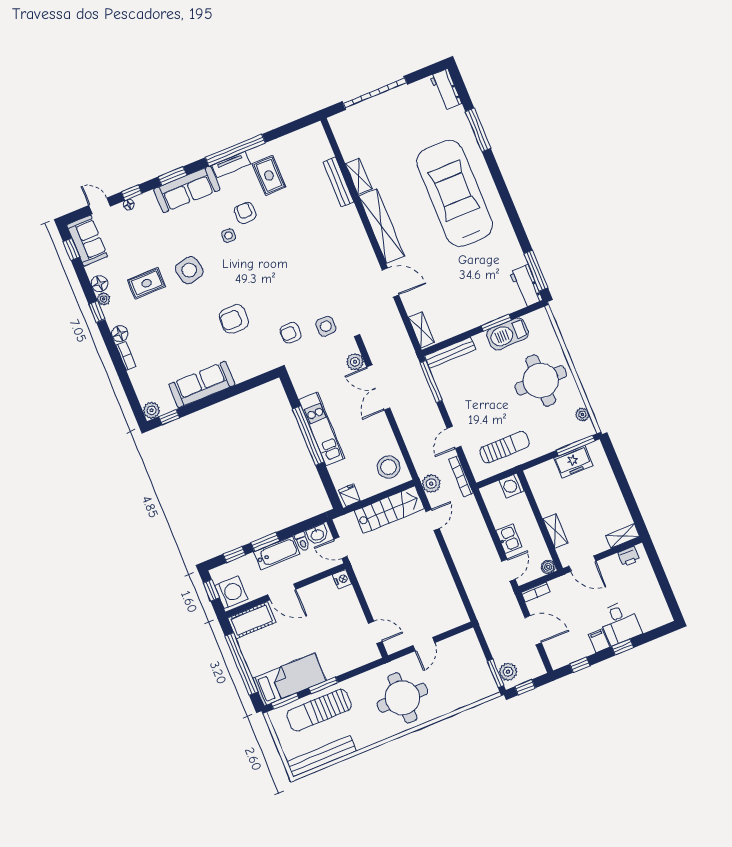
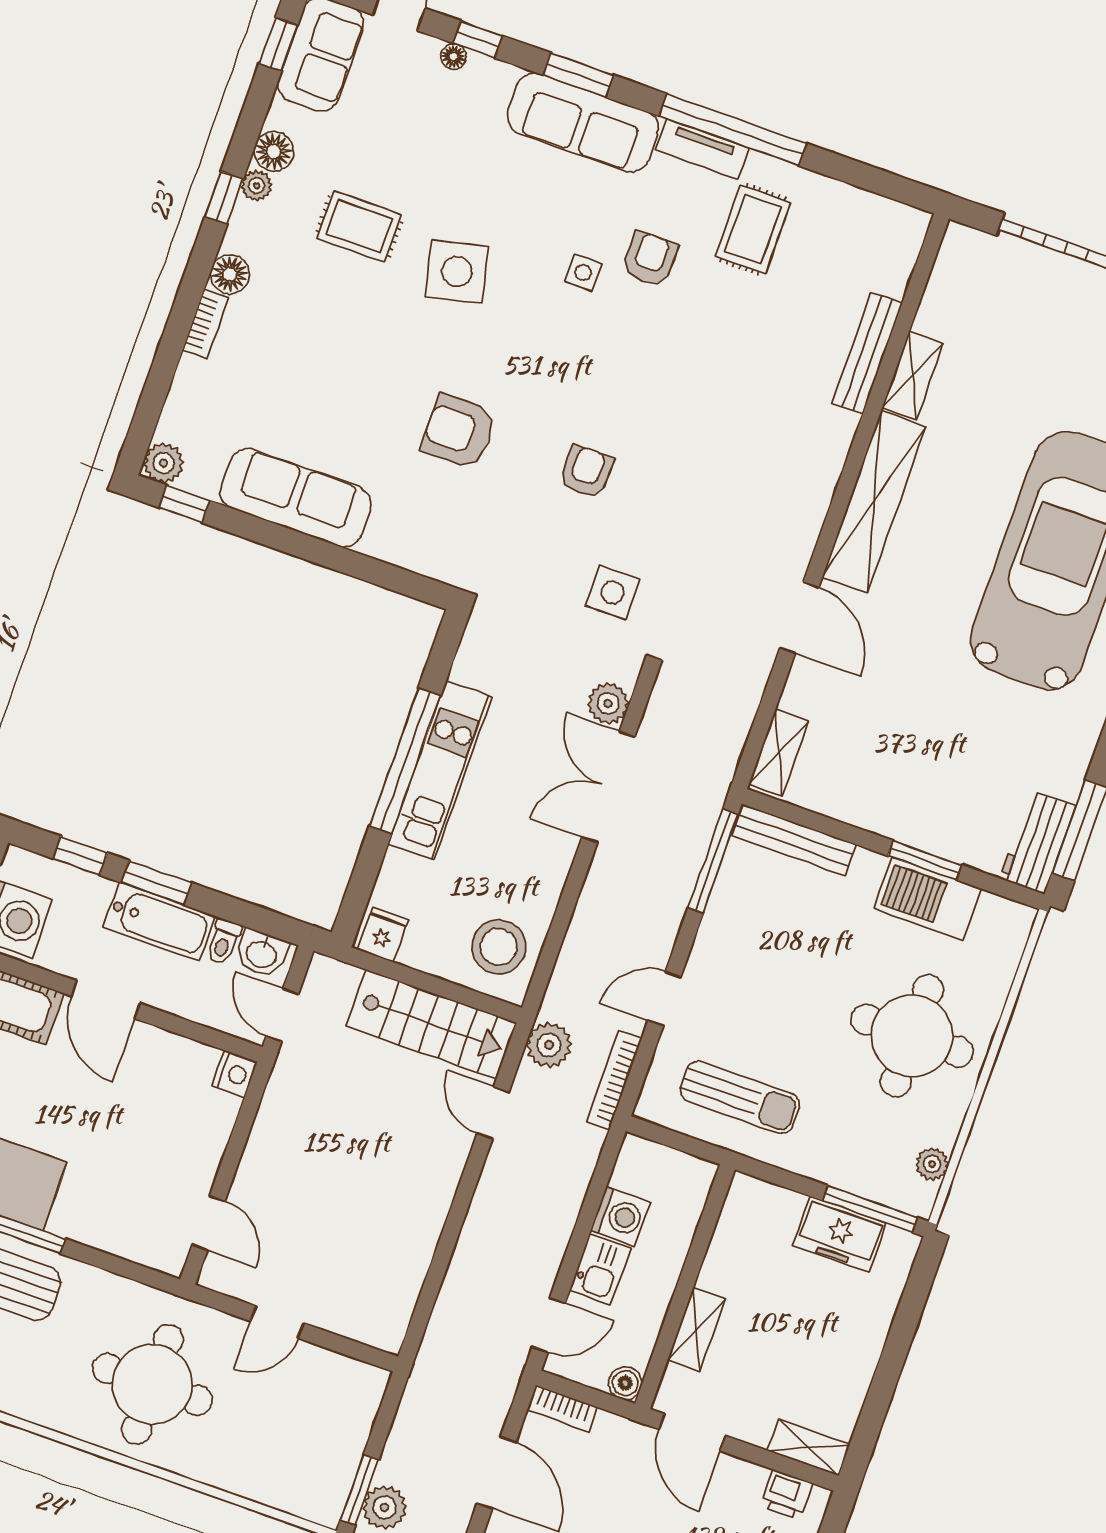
armchair: (291, 333) -> (586, 472), moved, turned 90
washing machine: (512, 486) -> (620, 1216), moved, turned 180
door: (433, 520) -> (493, 1113), swing flipped

